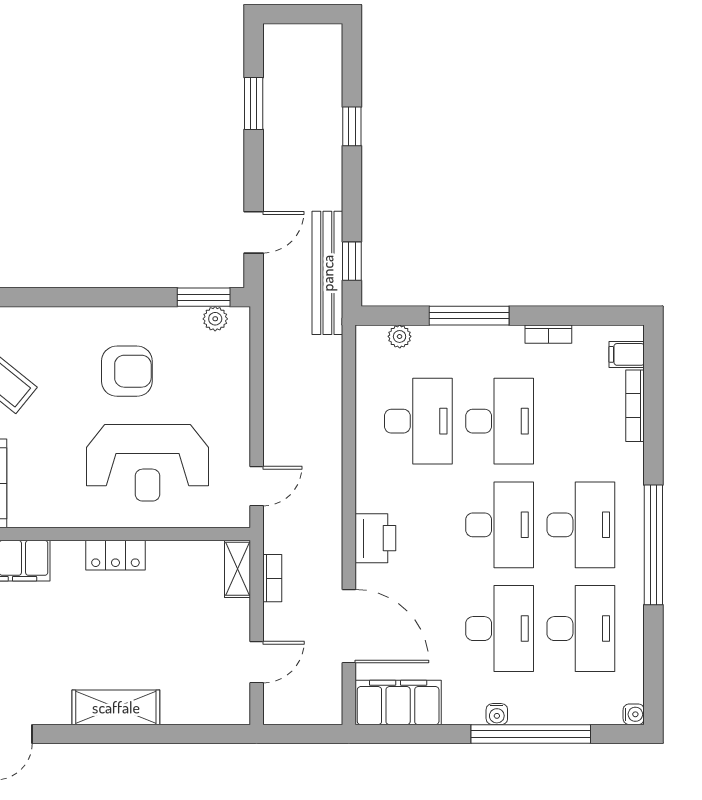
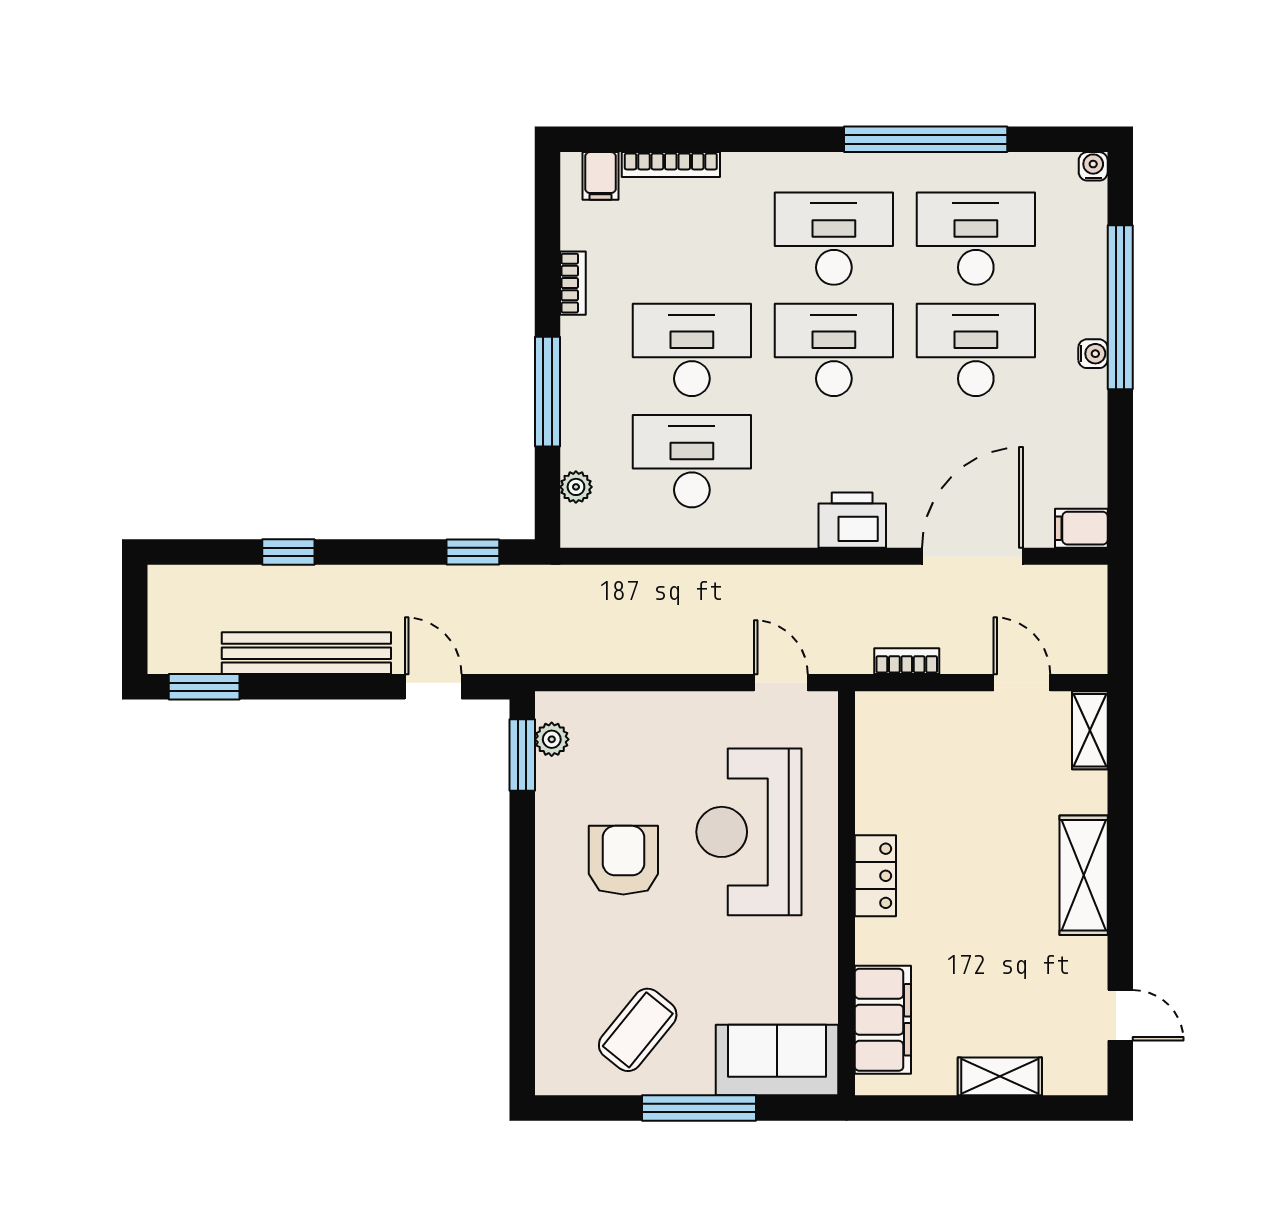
window: (254, 103) -> (204, 687), moved
bench: (327, 273) -> (306, 653), moved
reception desk: (148, 463) -> (749, 832), turned 180
window: (653, 545) -> (926, 139), moved
shelving: (238, 569) -> (1090, 730), moved, turned 90
filing cabinet: (398, 702) -> (1081, 528), width x0.33, depth x0.86

